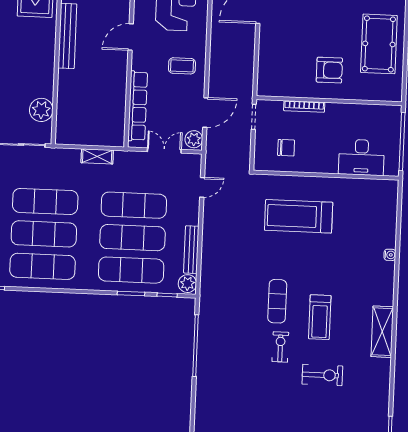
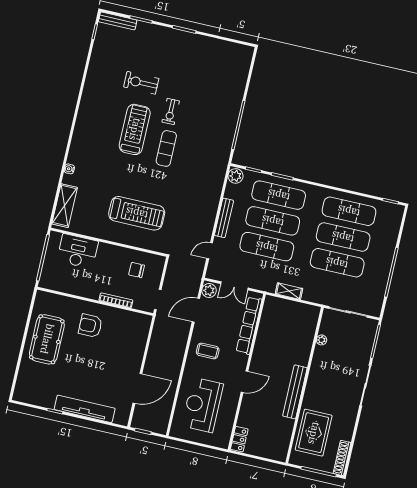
plant: (41, 110) -> (322, 340), width x0.53, depth x0.53
bench: (191, 250) -> (224, 218), moved
treadmill: (320, 317) -> (135, 129), width x1.37, depth x1.38
shelving: (382, 332) -> (65, 206), moved

